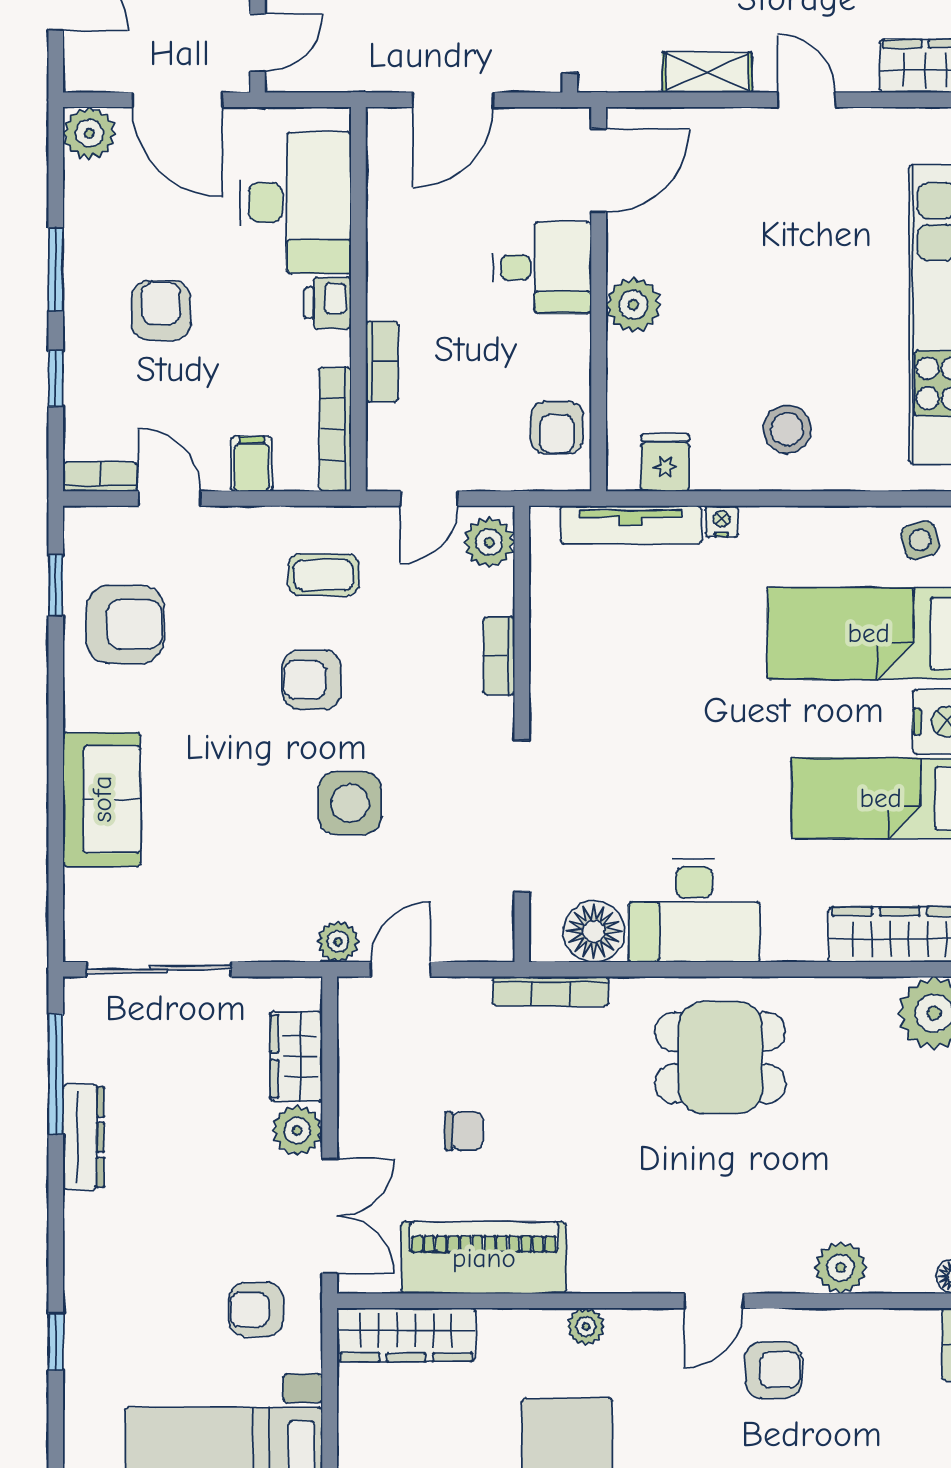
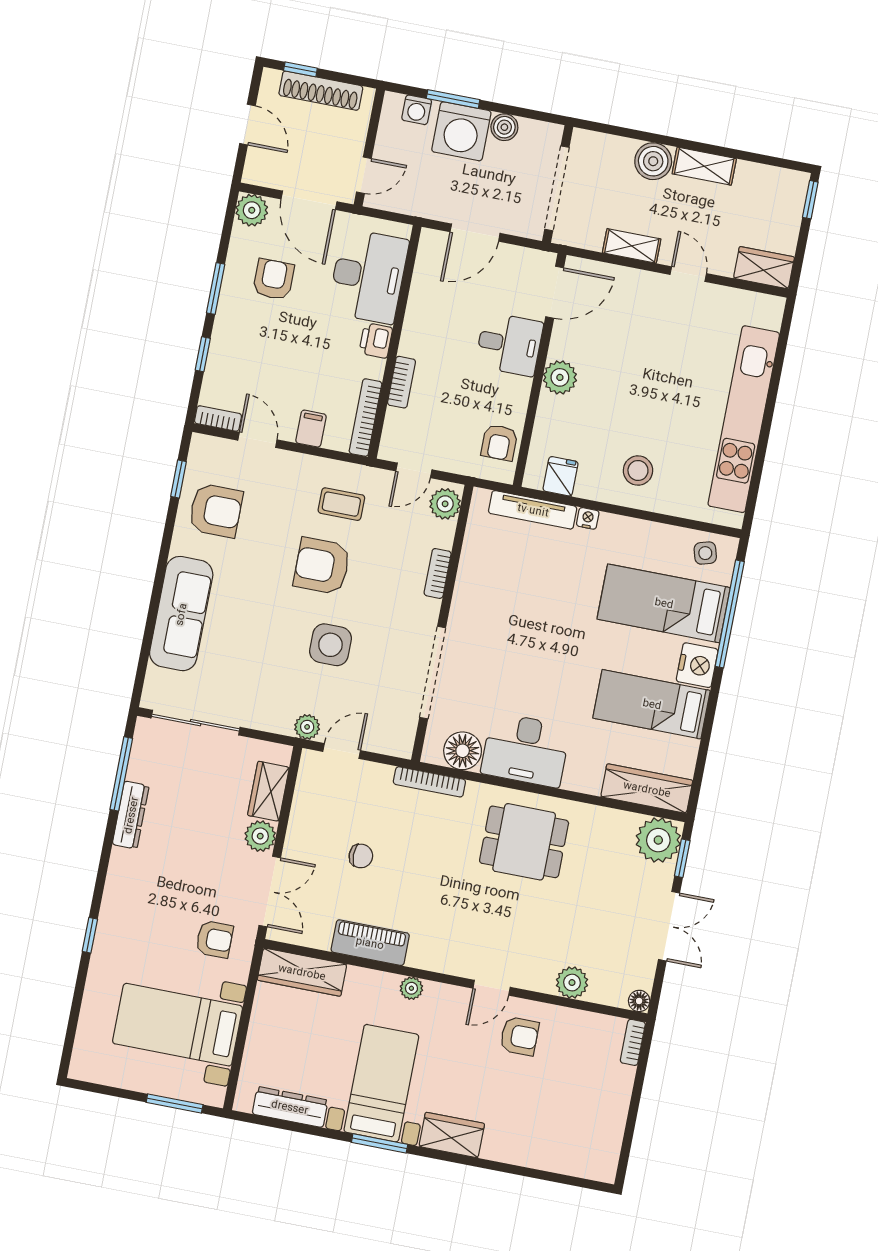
armchair: (161, 310) -> (274, 279), moved
armchair: (312, 680) -> (322, 566), width x1.38, depth x1.38
sofa: (102, 799) -> (181, 614), width x1.36
piano: (484, 1258) -> (370, 943), width x0.73, depth x0.75
armchair: (256, 1310) -> (214, 939), turned 180

